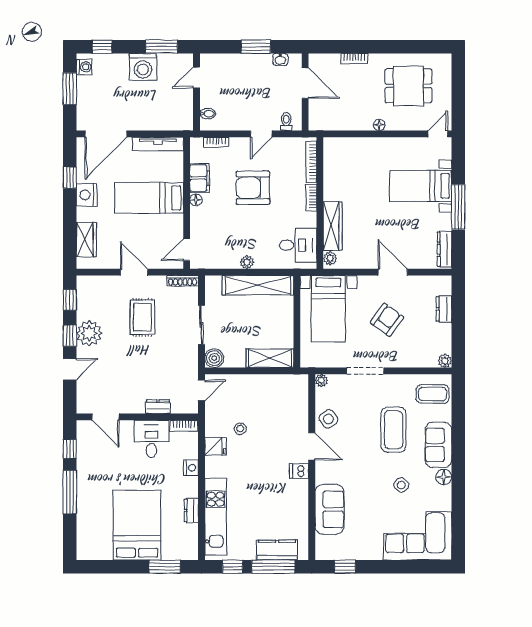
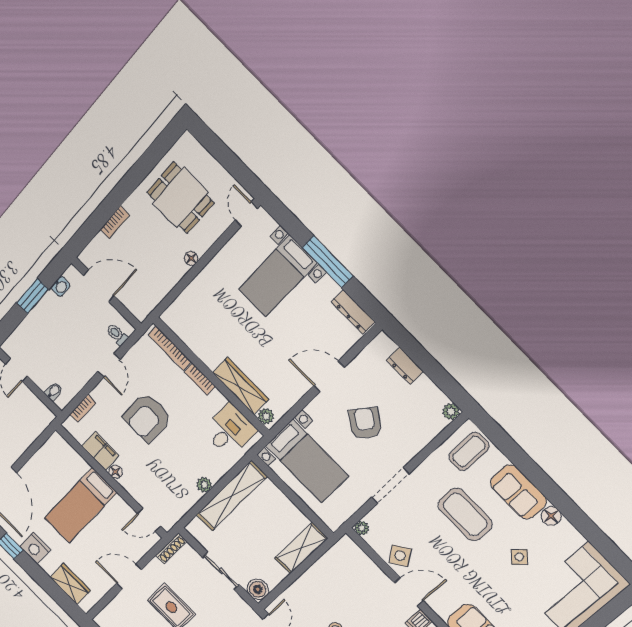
dining table: (408, 86) -> (180, 198), turned 90
tv unit: (158, 144) -> (43, 455), removed
door: (187, 250) -> (149, 520), hinge flipped

